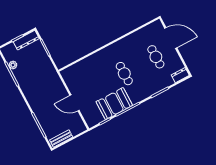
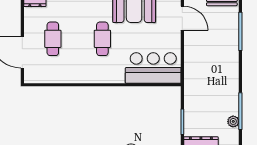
bar counter: (82, 72) -> (153, 68), added
door: (75, 103) -> (182, 18), moved

